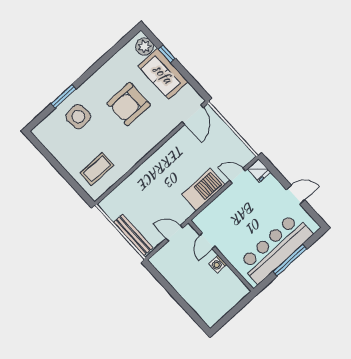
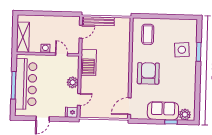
armchair: (129, 104) -> (148, 73), moved
door: (193, 115) -> (129, 106), hinge flipped
barbecue: (203, 190) -> (88, 63), moved
plant: (226, 200) -> (73, 82), added
door: (174, 233) -> (81, 32), moved
shelving: (229, 300) -> (23, 37), added

